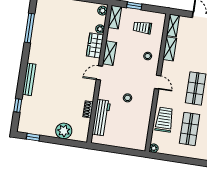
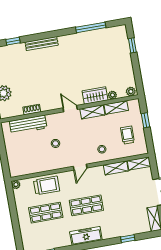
shelving: (115, 17) -> (116, 107), moved

